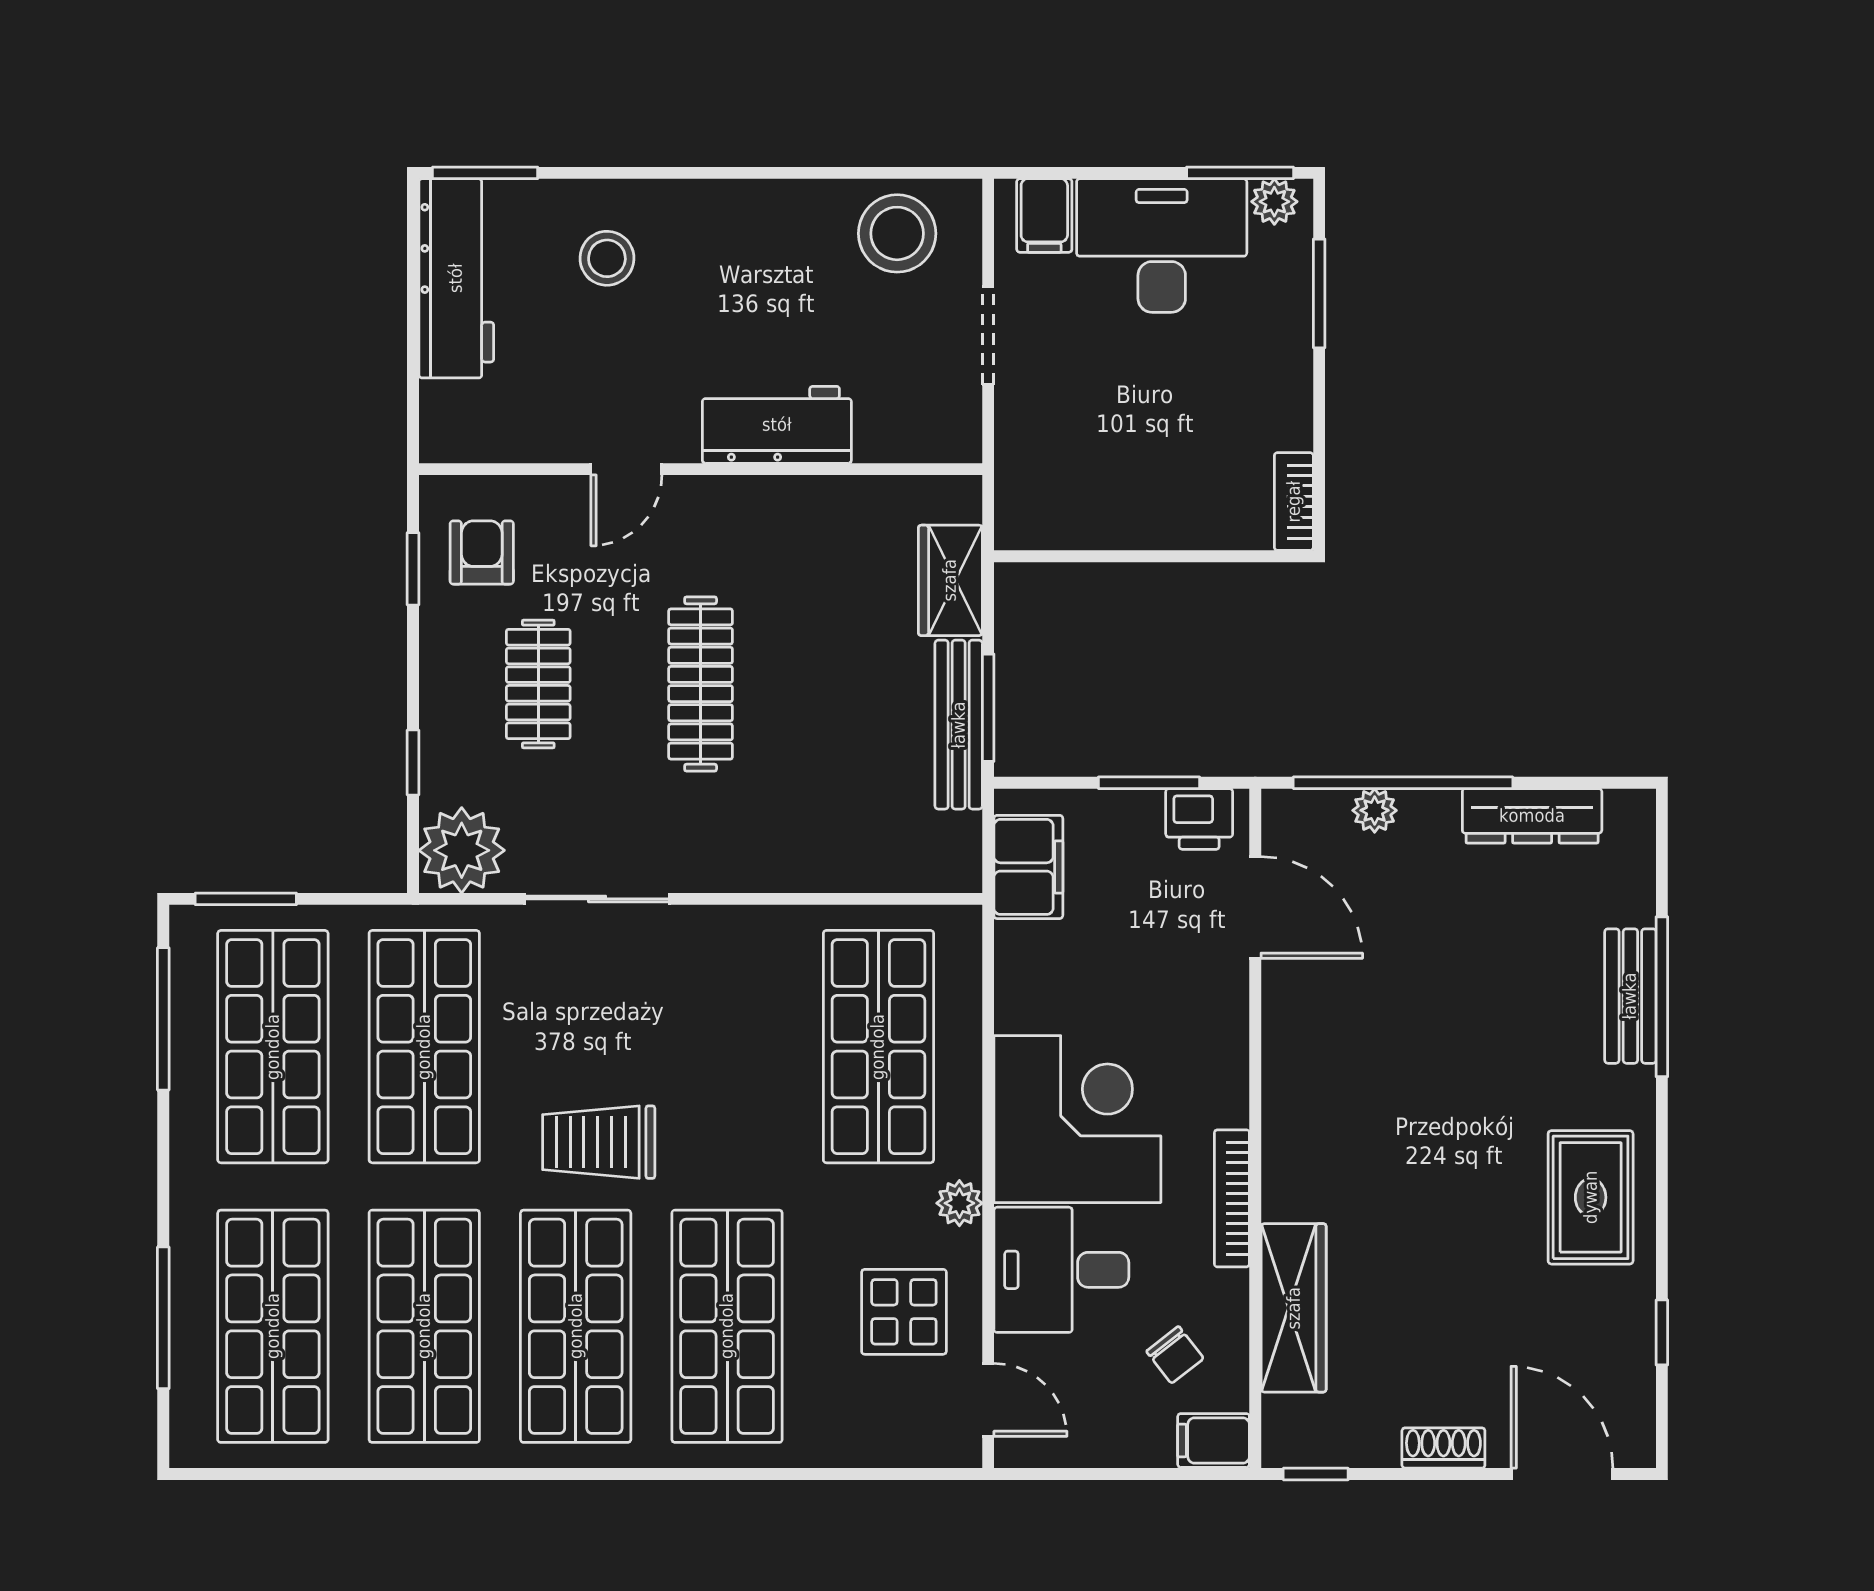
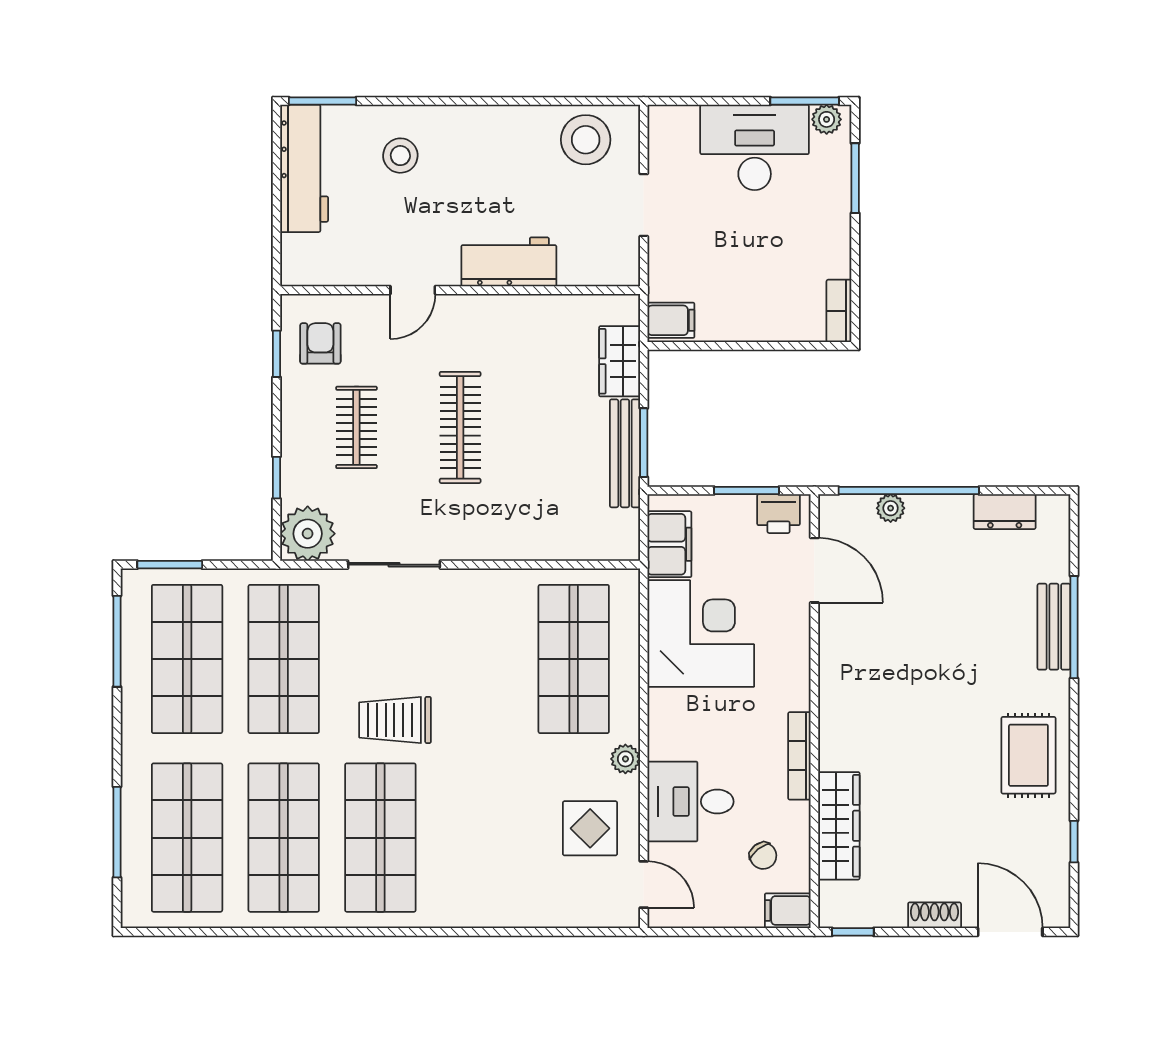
filing cabinet: (1044, 215) -> (671, 320), moved, turned -90
dresser: (1532, 816) -> (1005, 512), width x0.70
corner desk: (1077, 1119) -> (701, 634), moved
shop shelf: (727, 1326) -> (477, 838), removed

